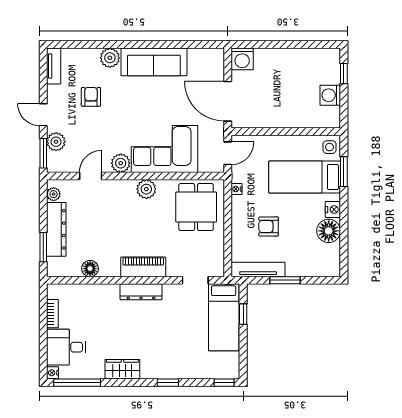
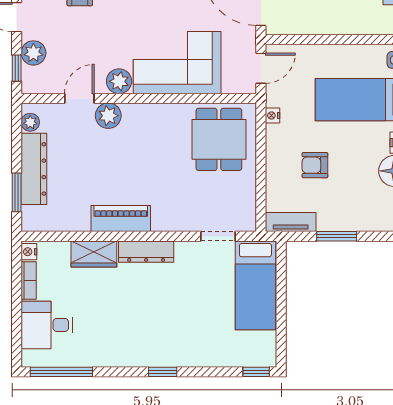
window: (43, 153) -> (17, 68), width x0.67
plant: (146, 189) -> (108, 116), moved
piano: (143, 267) -> (121, 219), moved
floor lamp: (90, 269) -> (79, 221), removed
tv unit: (258, 269) -> (291, 222), width x0.71
window: (243, 314) -> (281, 281), removed
wardrobe: (122, 369) -> (94, 254), moved, turned 180
nightstand: (53, 373) -> (29, 252), moved
window: (168, 383) -> (163, 372), moved

